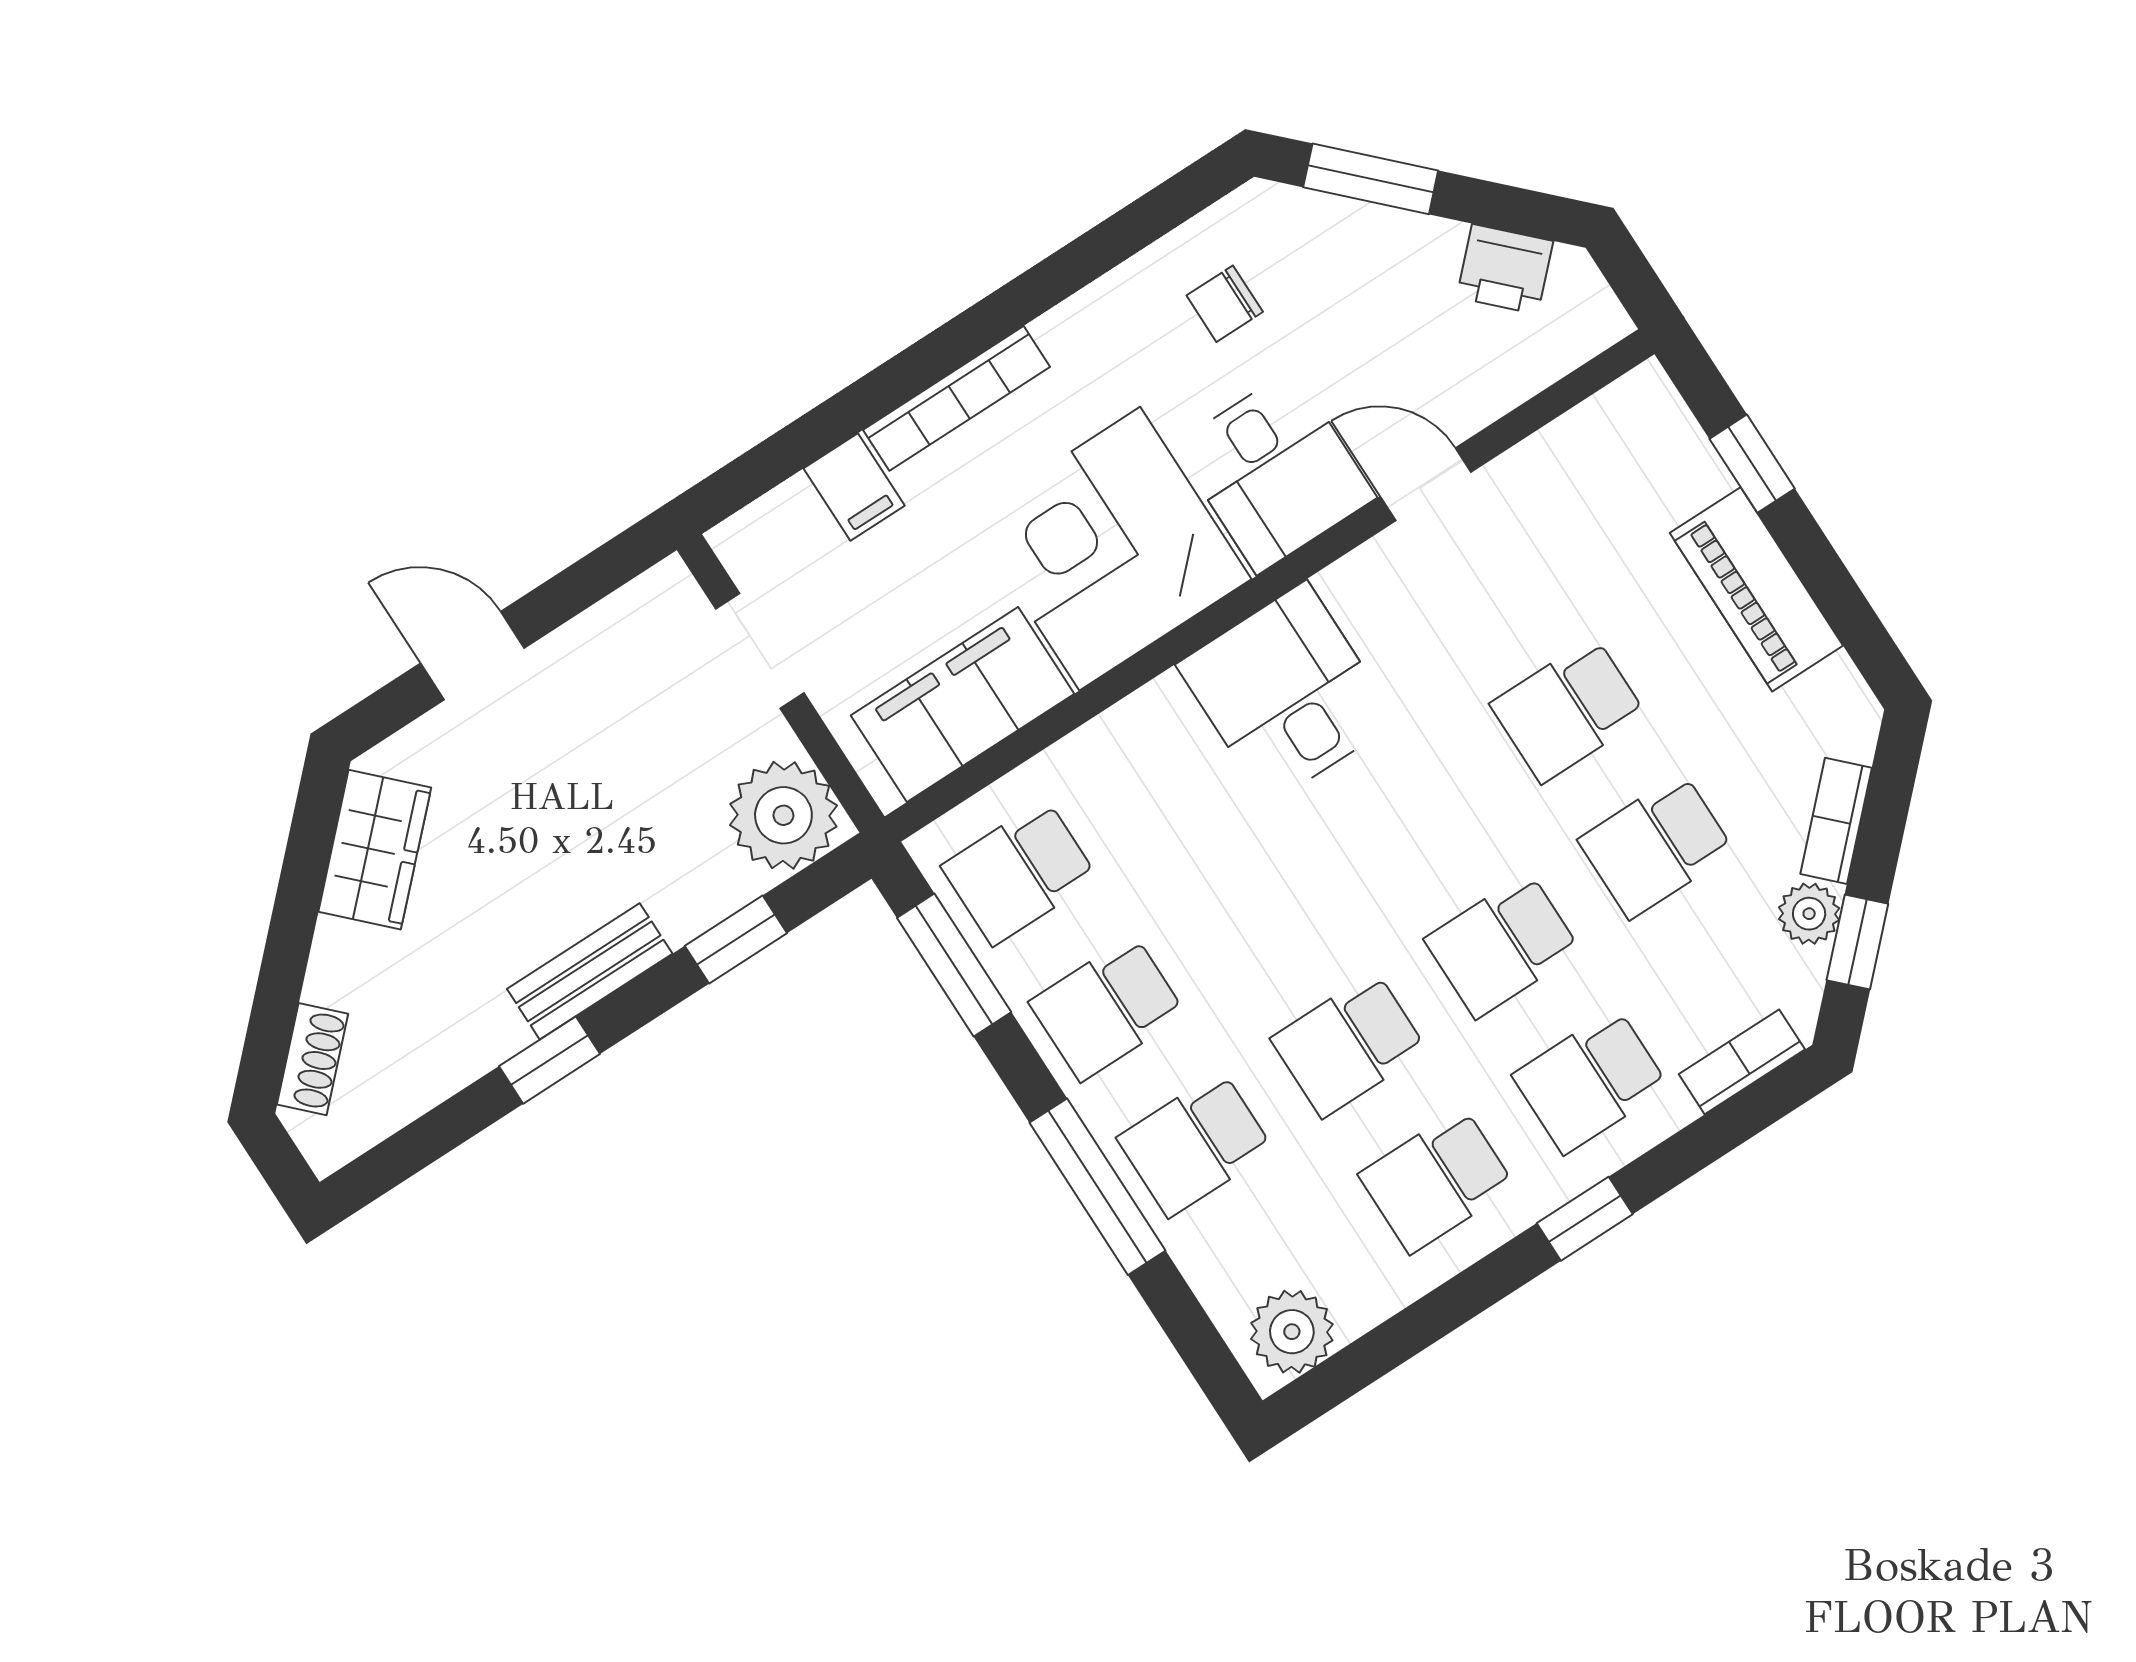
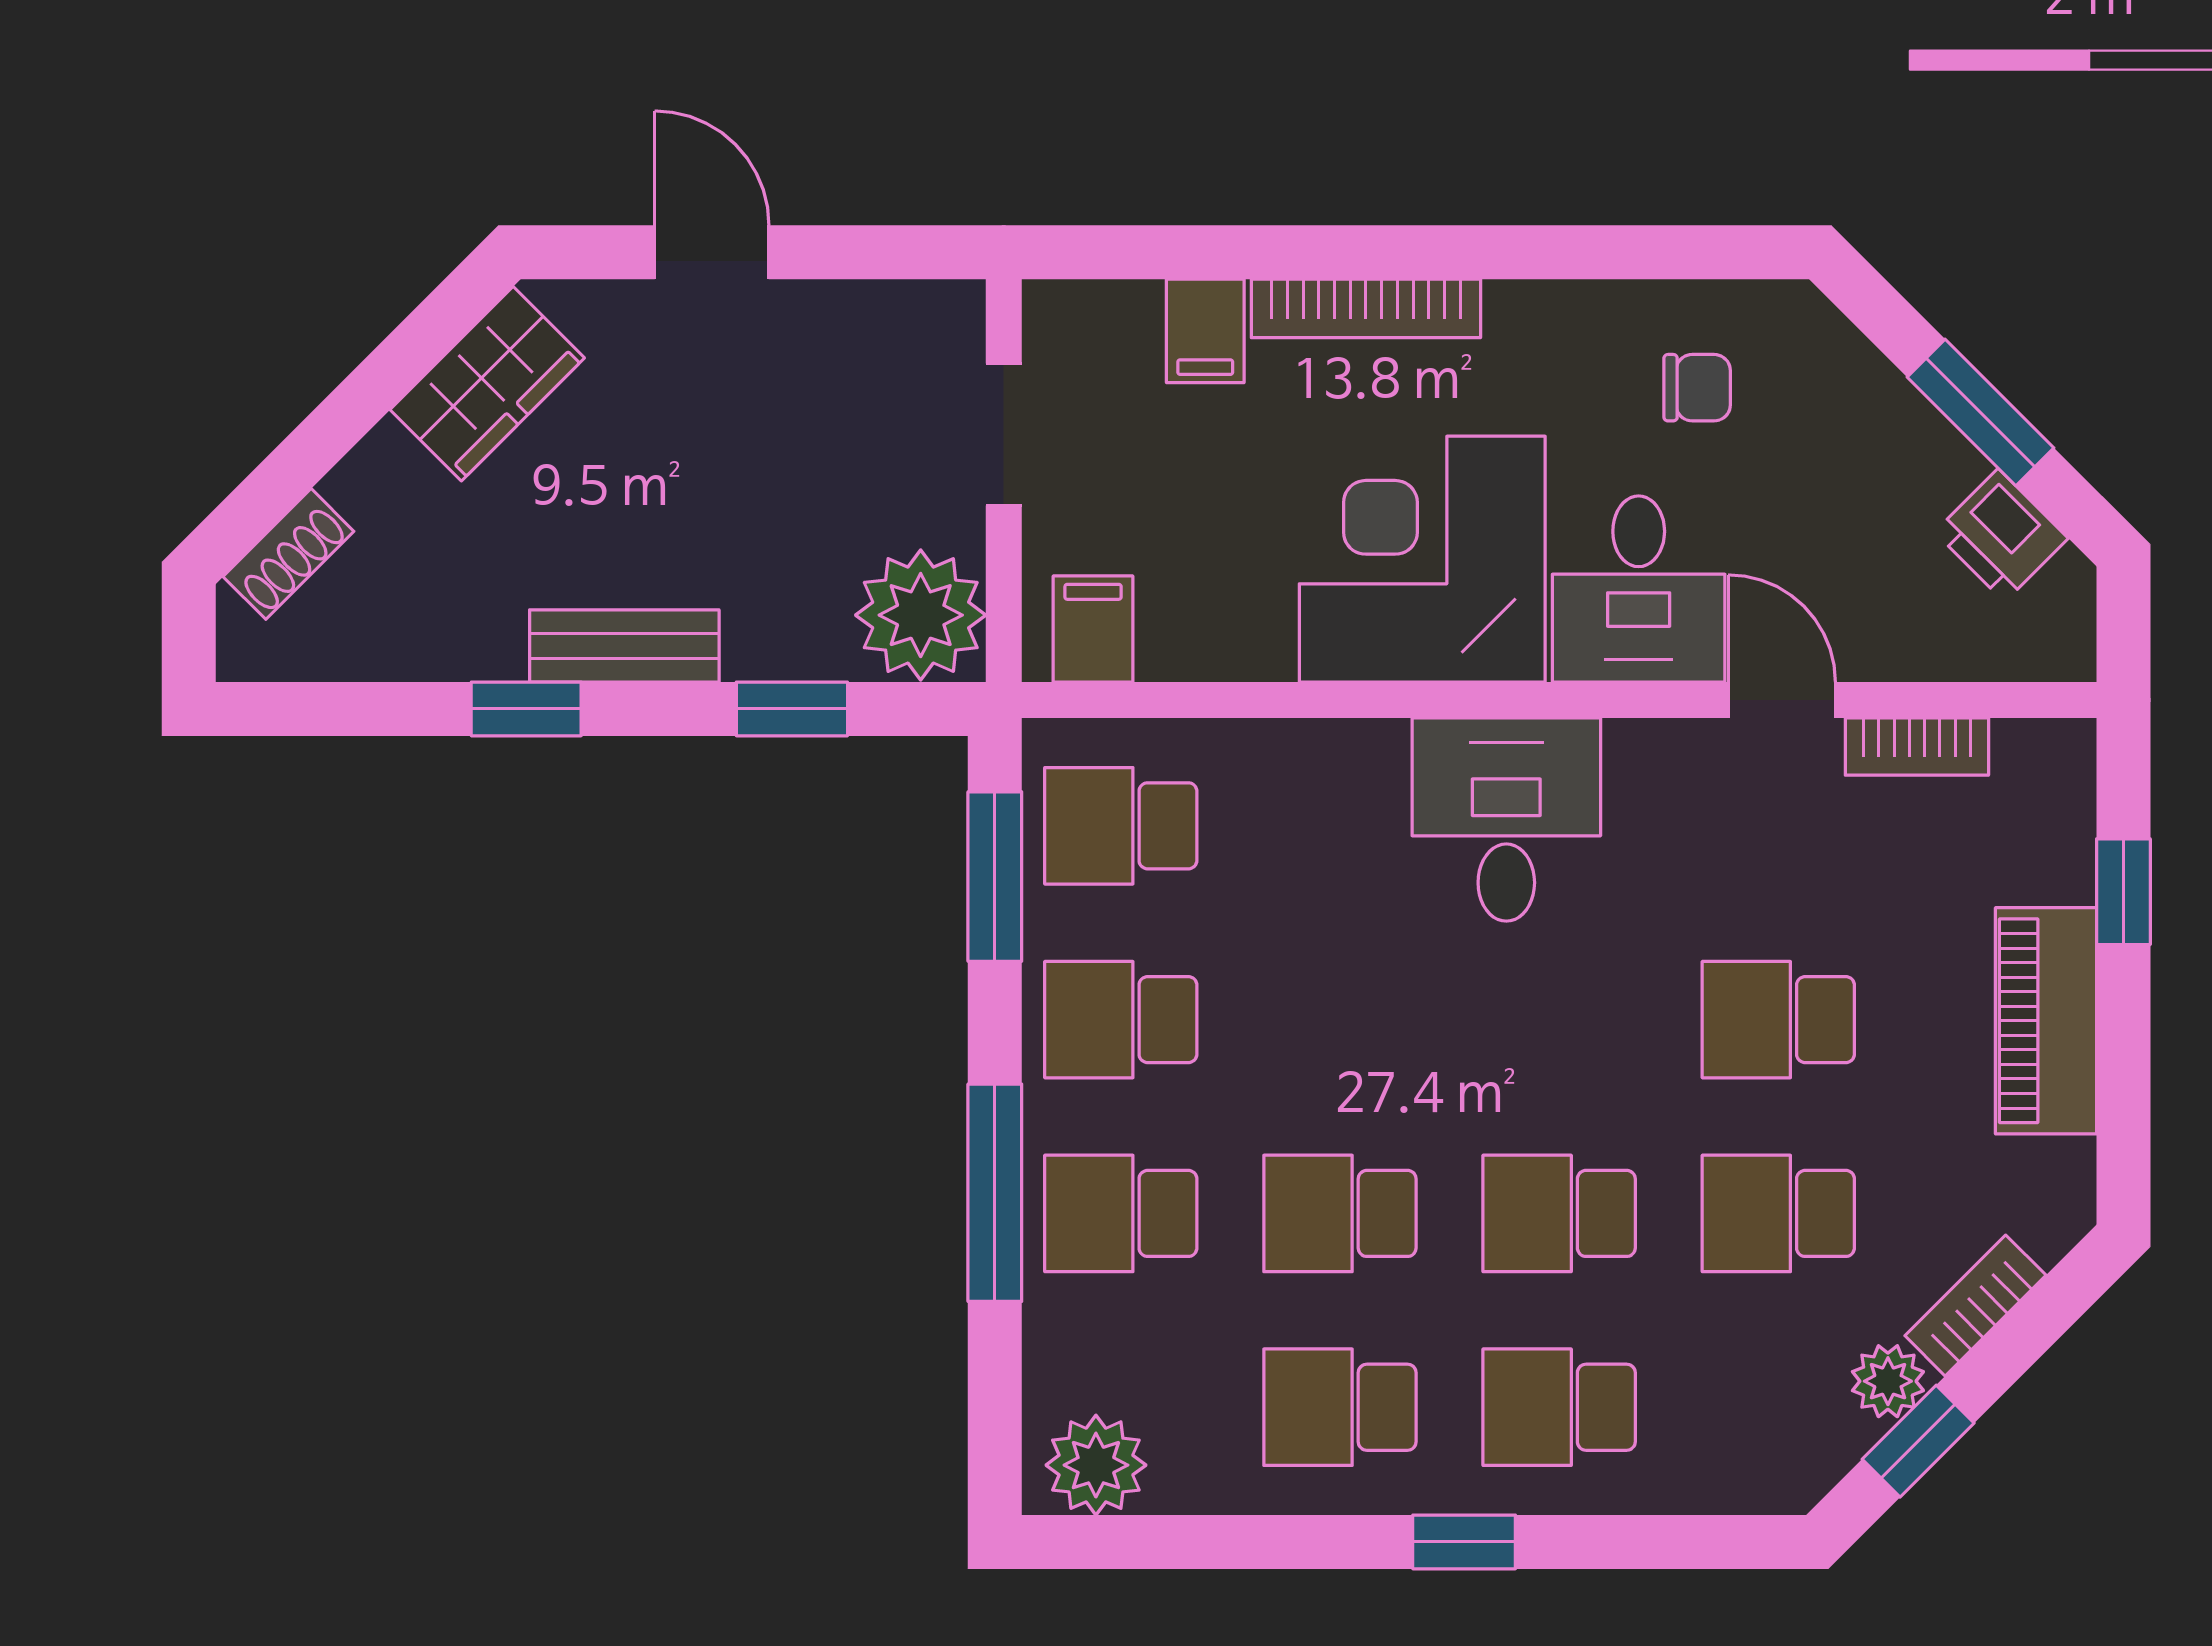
window: (1371, 179) -> (1980, 412), moved
chair: (1225, 304) -> (1697, 388), turned 180
filing cabinet: (962, 705) -> (1093, 629), width x0.33, depth x0.86
bookcase: (1742, 1062) -> (1917, 747), moved, turned 180

